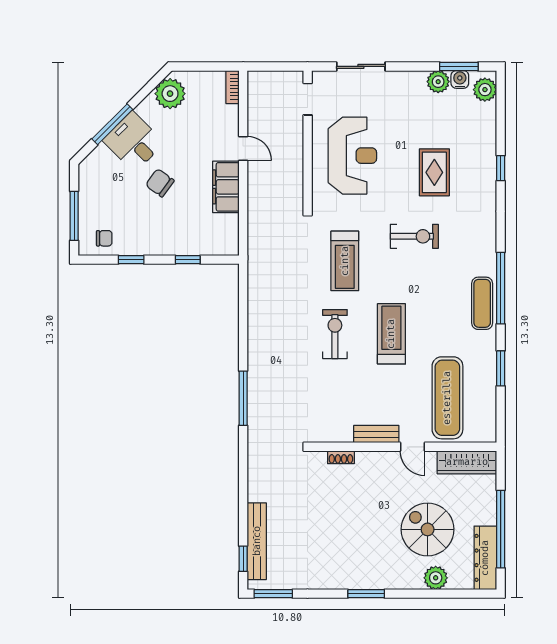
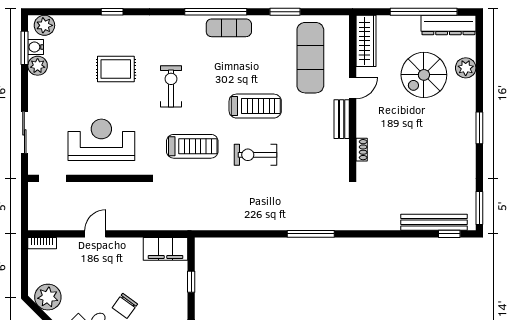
filing cabinet: (226, 187) -> (166, 249), moved
treadmill: (391, 334) -> (255, 106), turned 180
exercise mat: (447, 398) -> (310, 58), turned 90

